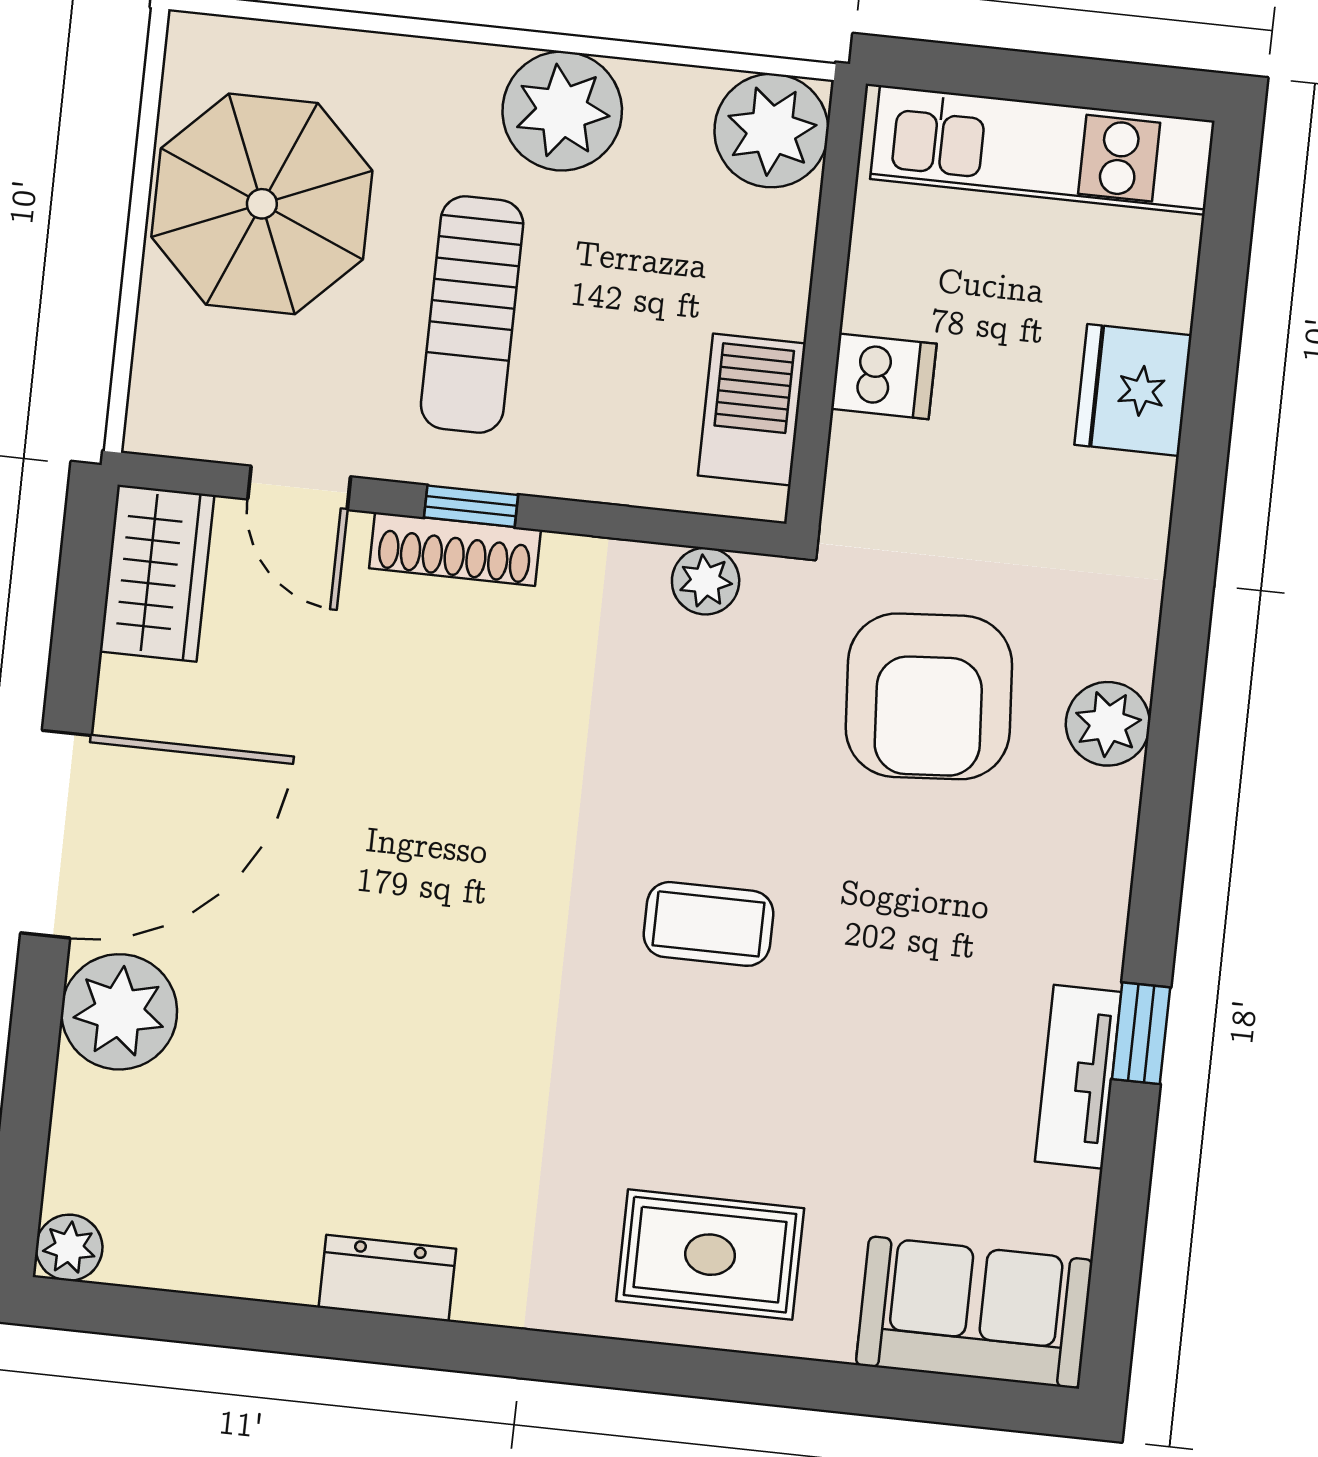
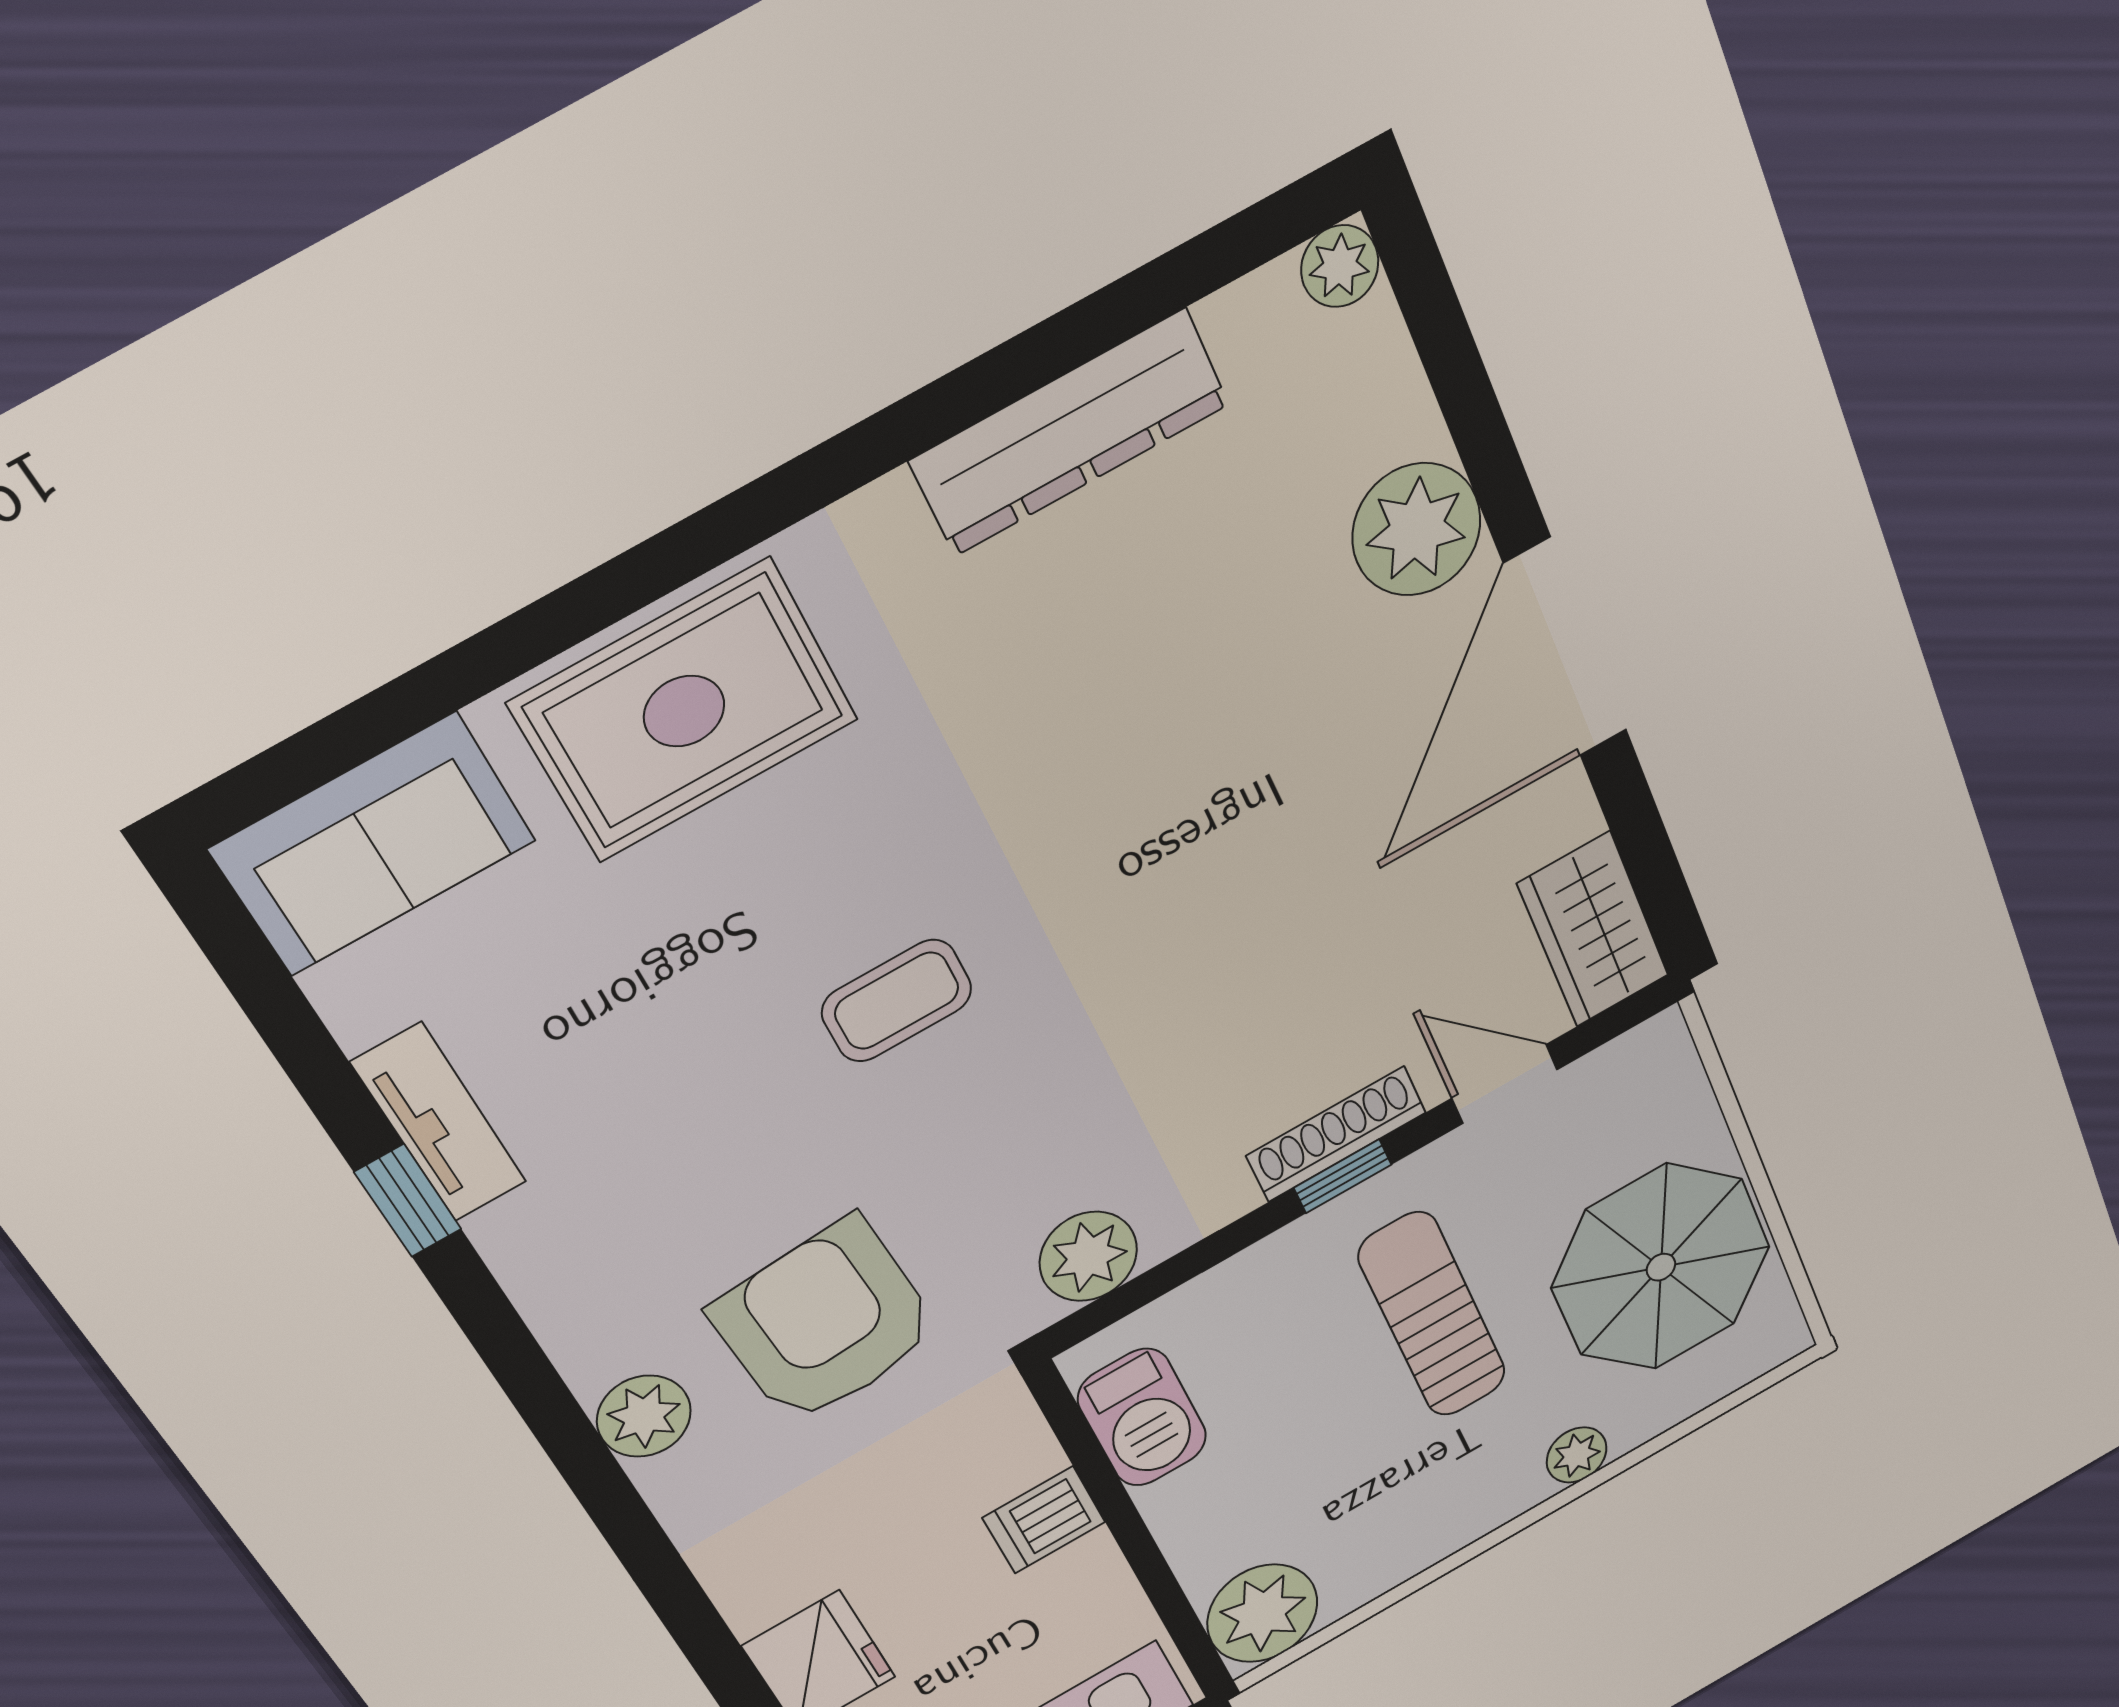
plant: (562, 111) -> (1577, 1455), moved, width x0.53, depth x0.53
plant: (706, 581) -> (1088, 1256), width x1.38, depth x1.38
rug: (710, 1255) -> (684, 711), width x1.36, depth x1.43
dresser: (387, 1278) -> (1070, 432), width x1.96, depth x1.24

